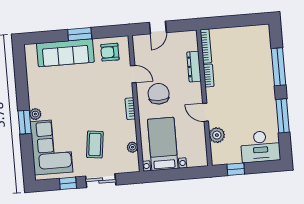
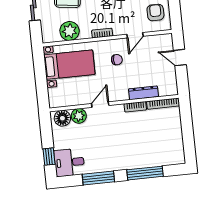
chair: (159, 94) -> (117, 60), width x0.54, depth x0.54
desk: (260, 146) -> (69, 162), width x0.73
plant: (132, 147) -> (70, 31), width x1.87, depth x1.87
floor lamp: (219, 152) -> (62, 118), added
window: (236, 169) -> (49, 157), moved

